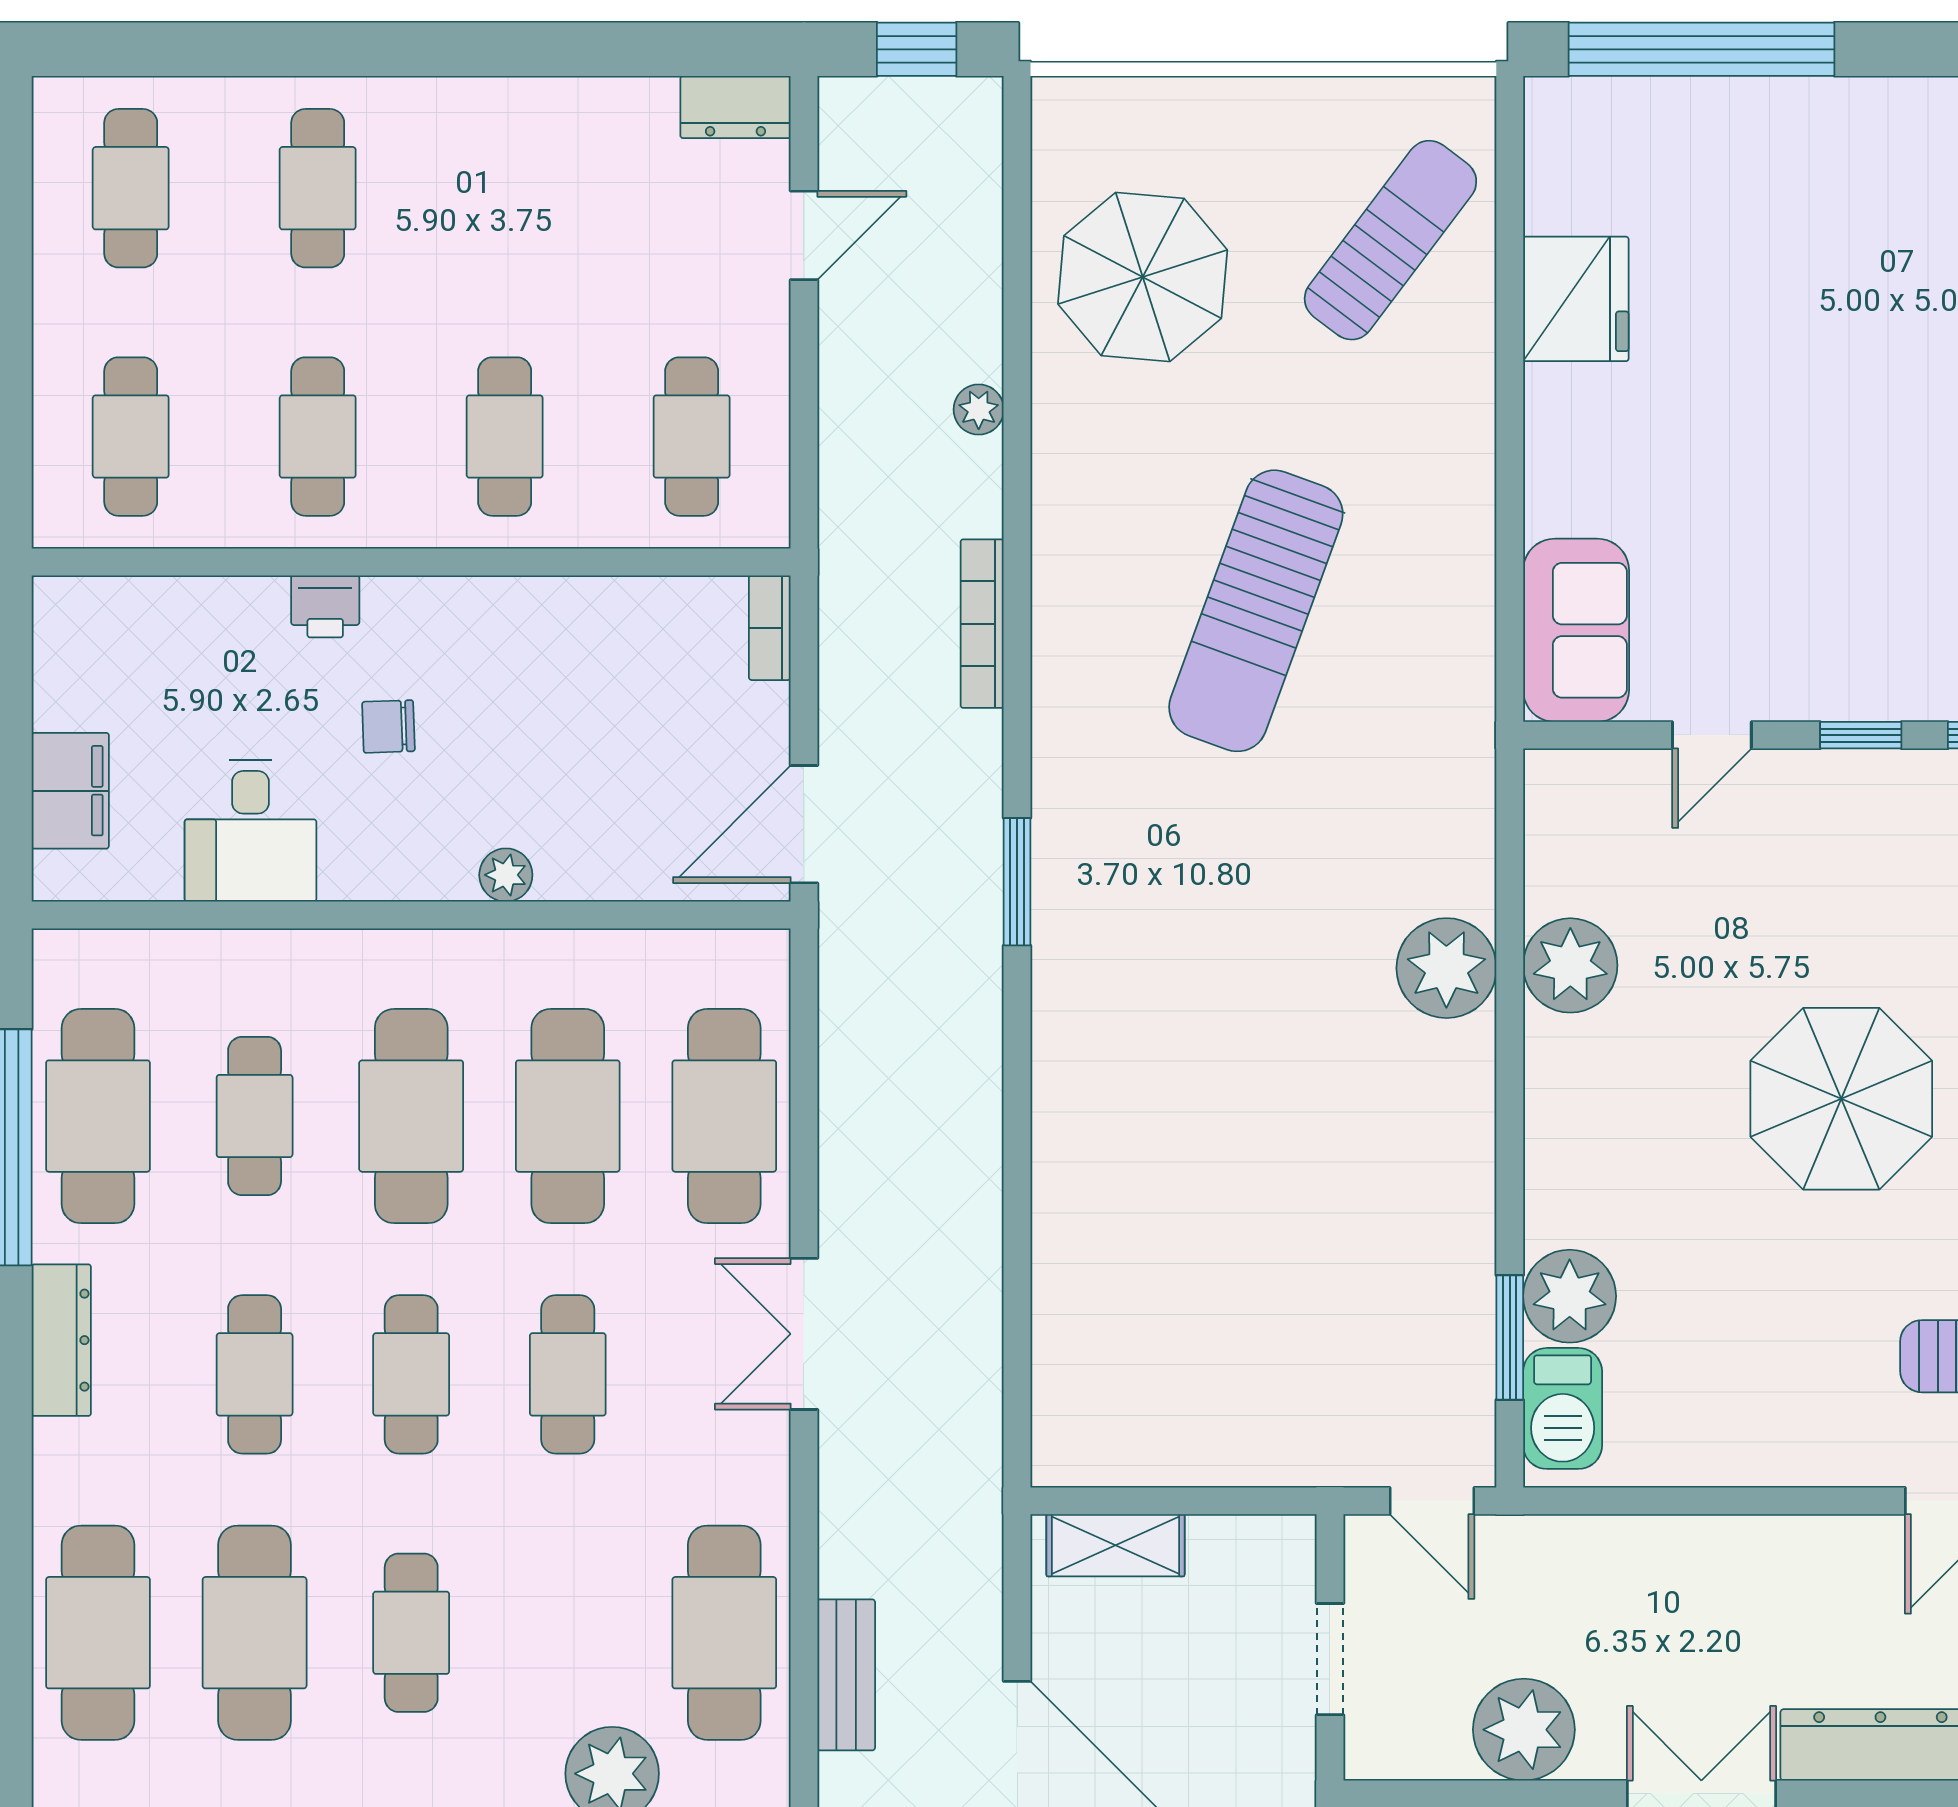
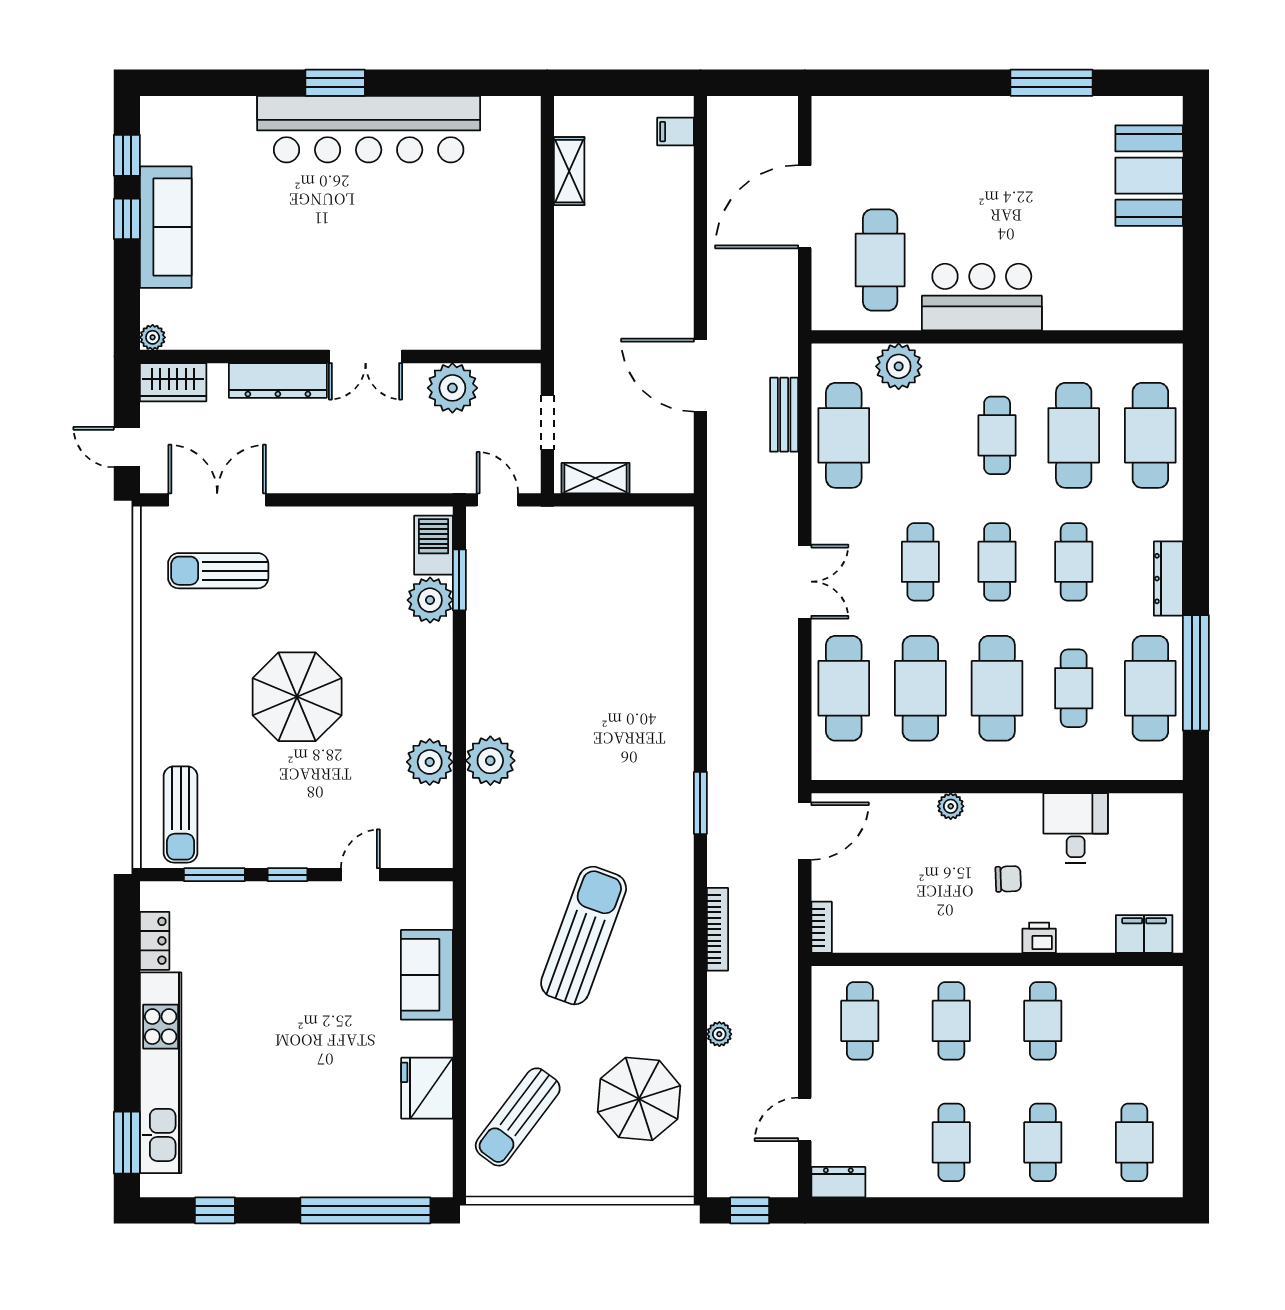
cafe table: (131, 437) -> (951, 1142), moved
sofa: (1576, 630) -> (427, 975), moved
filing cabinet: (70, 791) -> (1144, 934), moved, turned 90
shelving: (1115, 1545) -> (596, 478), moved

